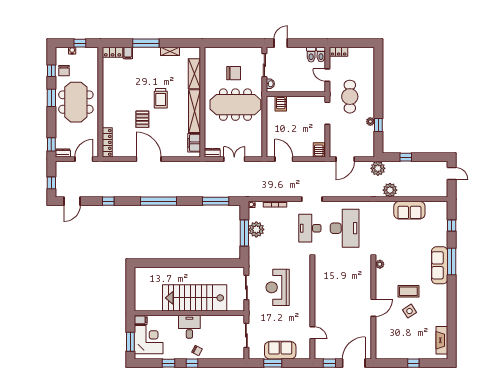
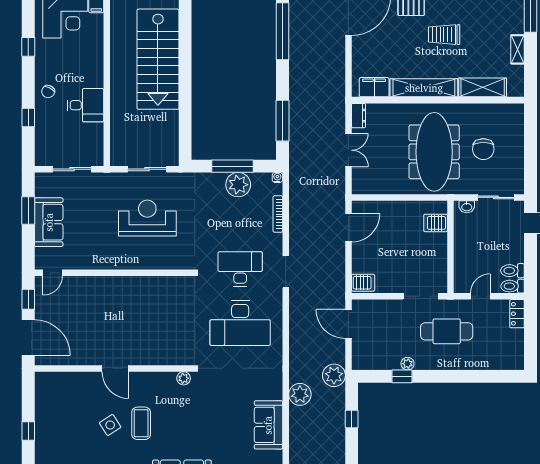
stairs: (195, 298) -> (158, 59), moved, turned 180
desk: (189, 327) -> (85, 105), moved
door: (312, 333) -> (53, 273), moved
window: (192, 363) -> (28, 117), moved

